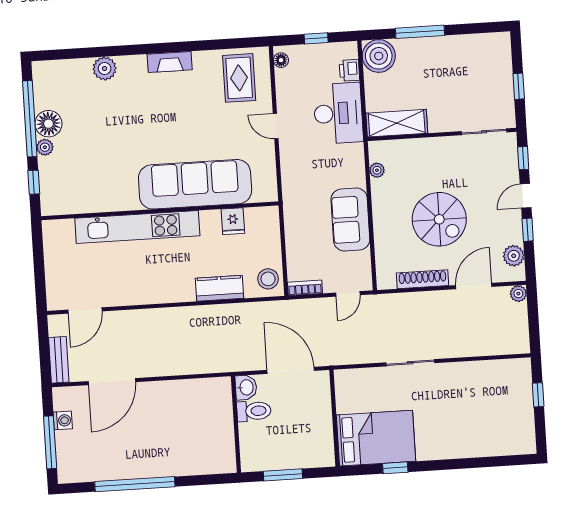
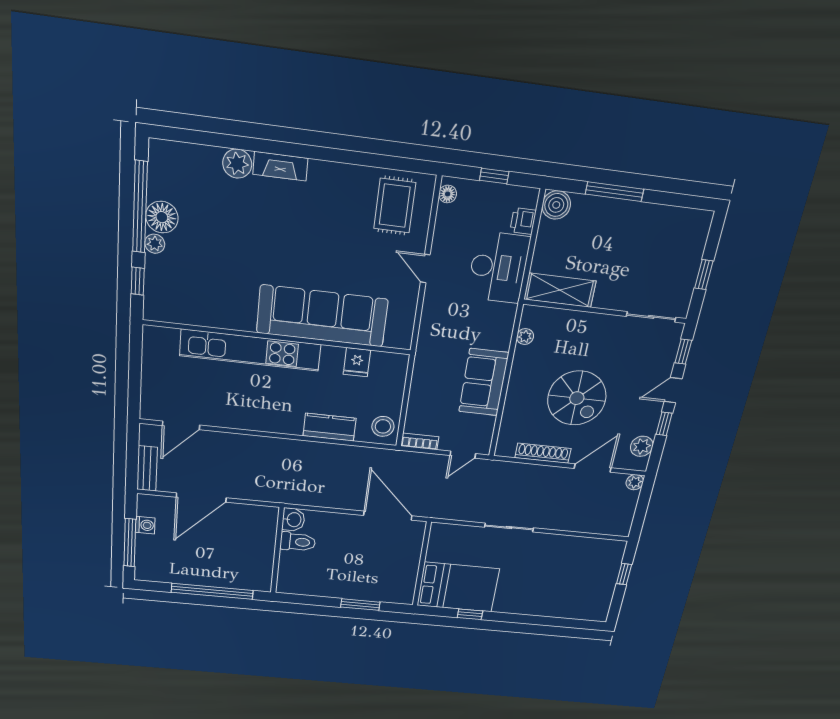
boiler: (379, 56) -> (556, 205), width x0.73, depth x0.73
fireplace: (170, 62) -> (280, 166), moved
washbasin: (246, 387) -> (293, 520), moved
toilet: (254, 411) -> (298, 542), moved
wall: (236, 424) -> (277, 551), moved

